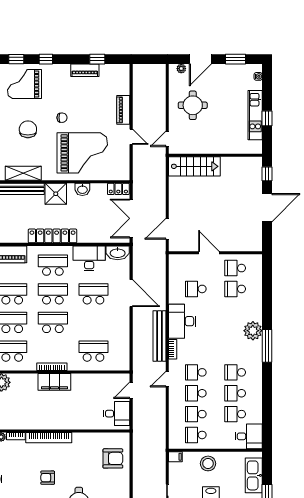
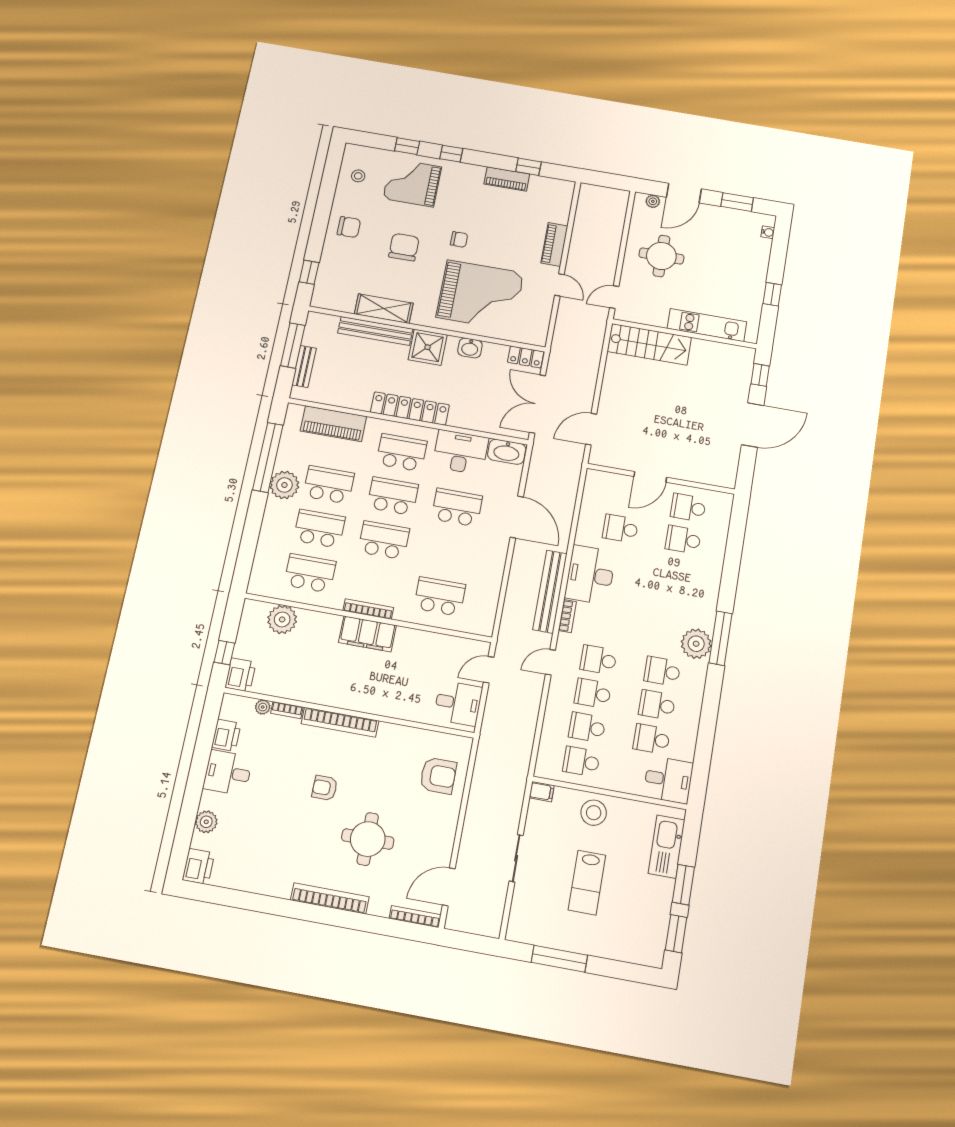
kitchen unit: (255, 115) -> (707, 325), moved, turned 90
door: (209, 253) -> (650, 477), swing flipped
plant: (253, 331) -> (696, 644), moved

